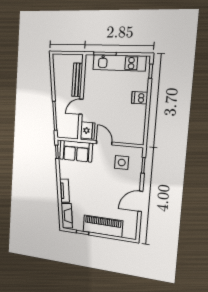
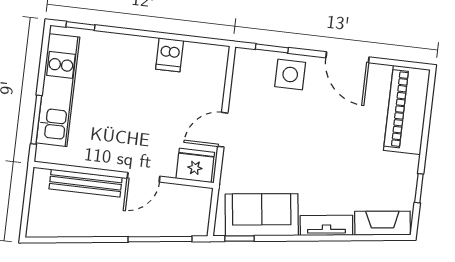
dishwasher: (140, 98) -> (170, 55), moved
door: (81, 107) -> (144, 177), hinge flipped
sofa: (76, 151) -> (262, 215), moved, turned -97
side table: (122, 163) -> (290, 74), moved
piano: (103, 226) -> (407, 110), moved

